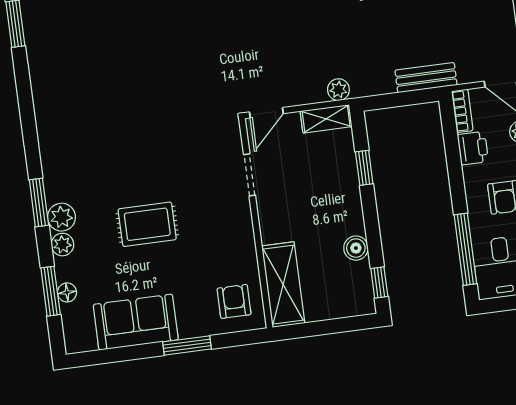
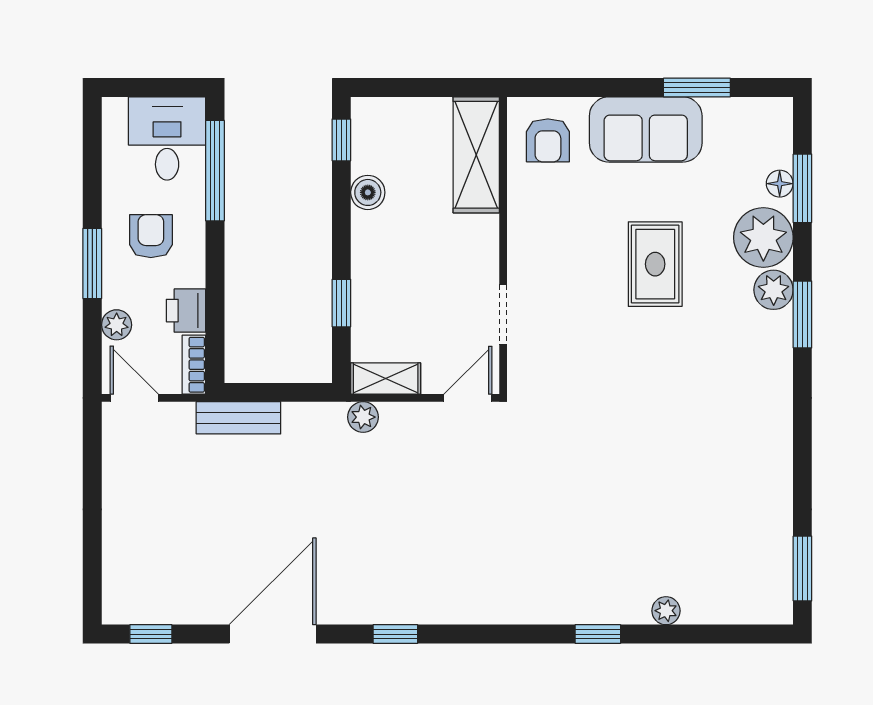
rug: (147, 224) -> (655, 264), turned 90
plant: (62, 245) -> (763, 238), width x1.88, depth x1.88
sofa: (136, 322) -> (646, 129), moved
window: (187, 345) -> (697, 87), moved

